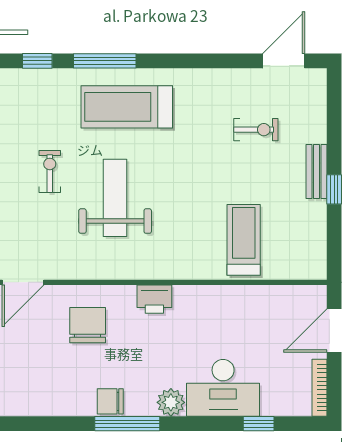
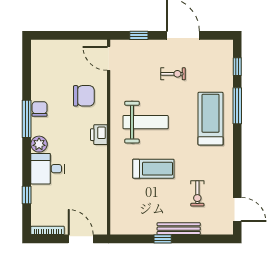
bench: (316, 172) -> (179, 229), width x1.36
weight bench: (115, 198) -> (146, 122), moved
treadmill: (244, 240) -> (153, 169), moved
desk: (223, 388) -> (47, 169), width x0.73

